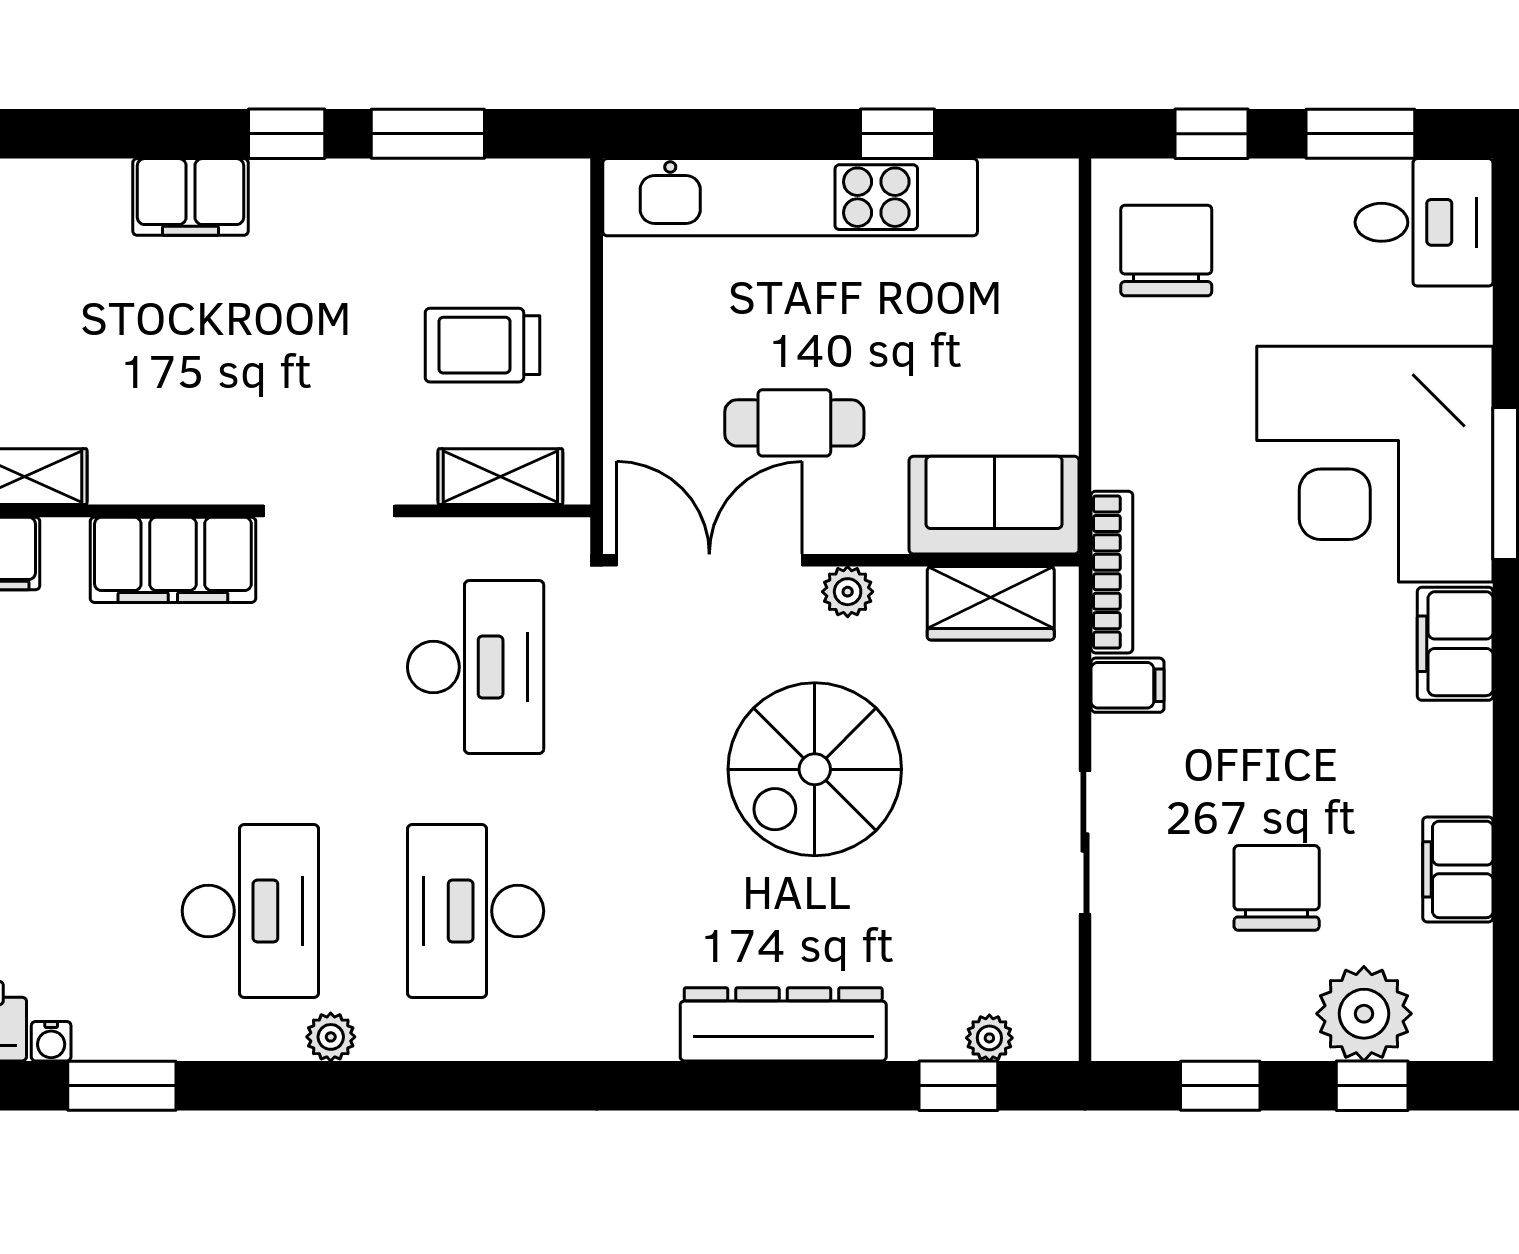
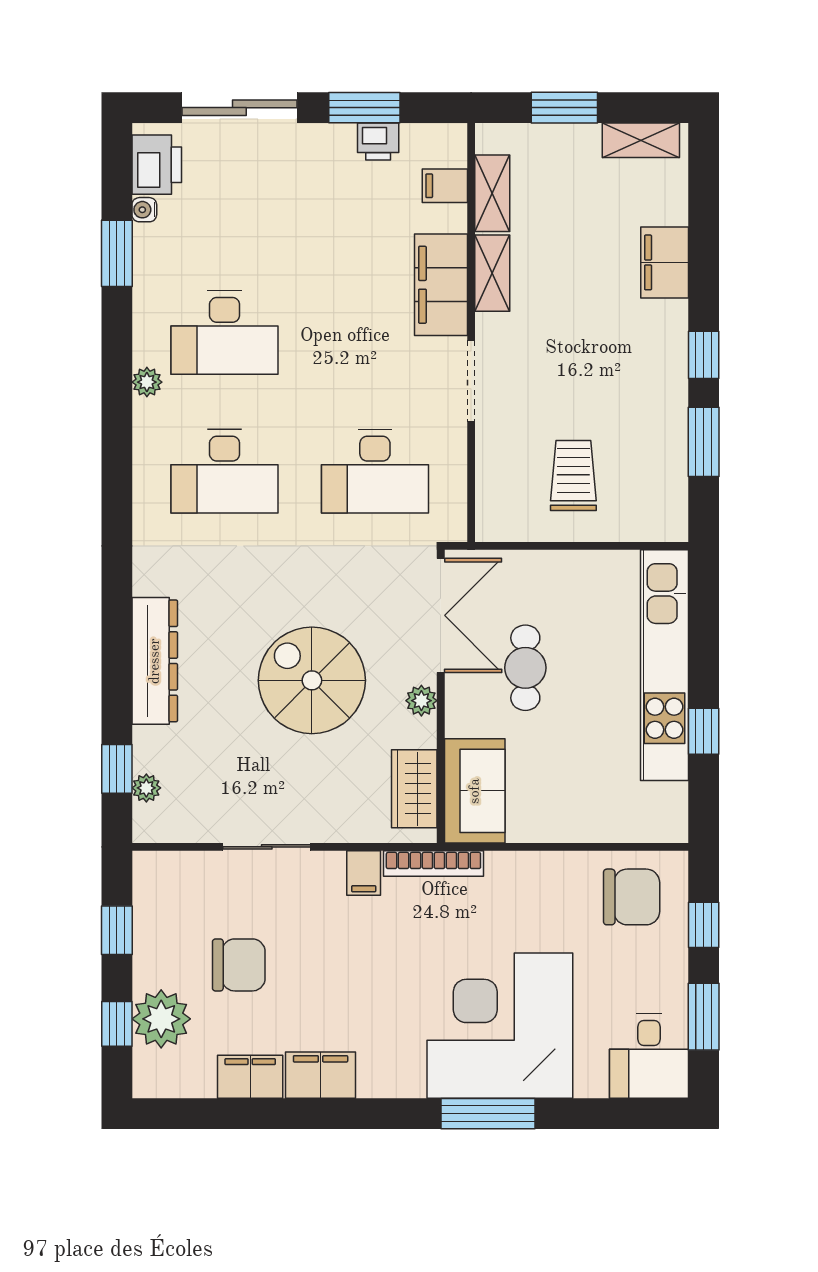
filing cabinet: (191, 197) -> (665, 262), moved
shelving: (500, 477) -> (492, 273), moved
filing cabinet: (1455, 644) -> (321, 1075), moved
desk: (476, 911) -> (225, 471), turned 180

